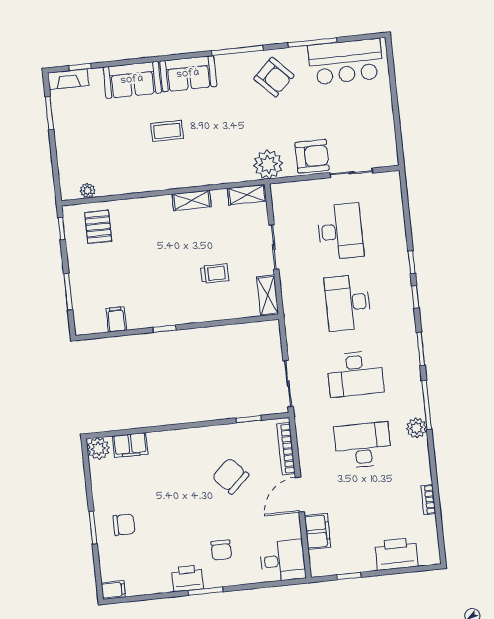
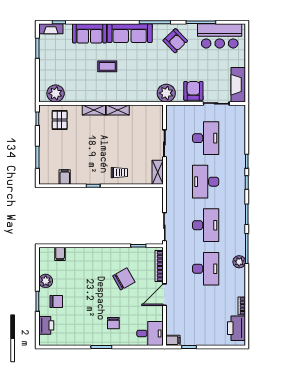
sofa: (188, 74) -> (130, 33), width x1.36
fireplace: (384, 138) -> (238, 85), added
armchair: (312, 156) -> (193, 91), turned -90
plant: (88, 191) -> (56, 93), width x1.87, depth x1.87
shelving: (247, 195) -> (94, 110), moved
trolley: (215, 274) -> (119, 173), moved
desk: (355, 374) -> (206, 225), turned -90
filing cabinet: (130, 445) -> (60, 254), width x0.50
desk: (363, 445) -> (206, 269), turned 90
plant: (98, 449) -> (46, 281), moved
chair: (231, 476) -> (124, 279), turned 104
filing cabinet: (318, 531) -> (173, 340), moved, width x0.50
printer: (396, 554) -> (237, 328), moved, turned -90
printer: (187, 578) -> (46, 325), moved, turned 90
filing cabinet: (113, 590) -> (46, 340), removed

